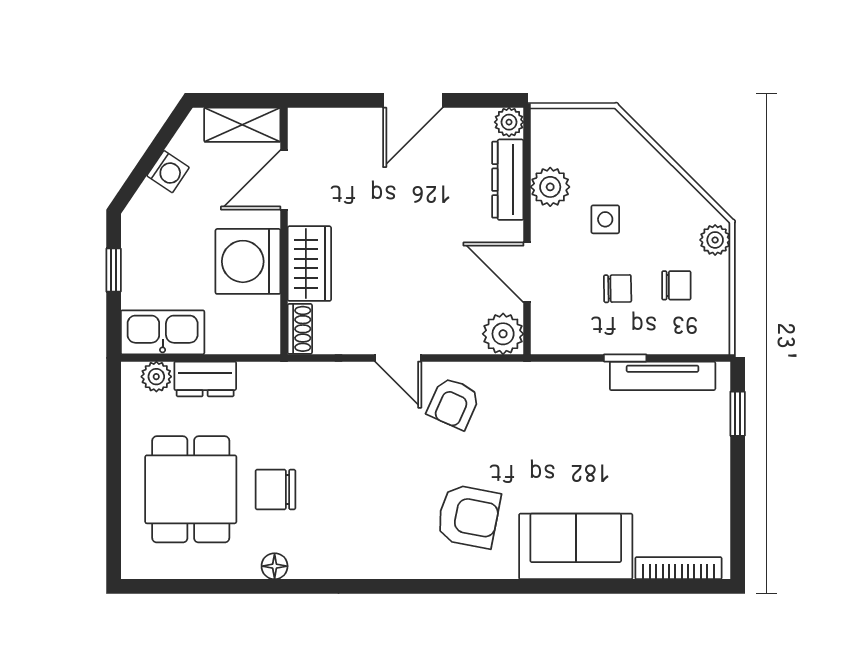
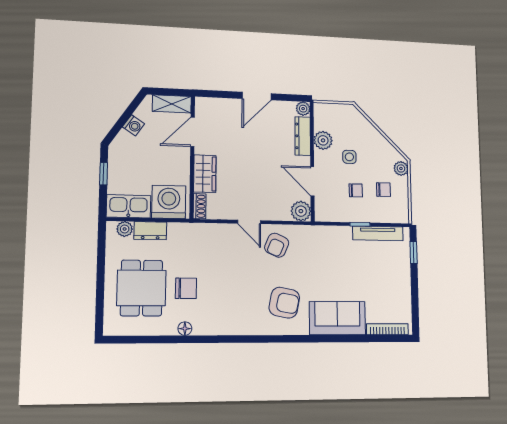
washing machine: (248, 261) -> (169, 202), moved, turned 90
chair: (275, 489) -> (186, 288), turned 180

